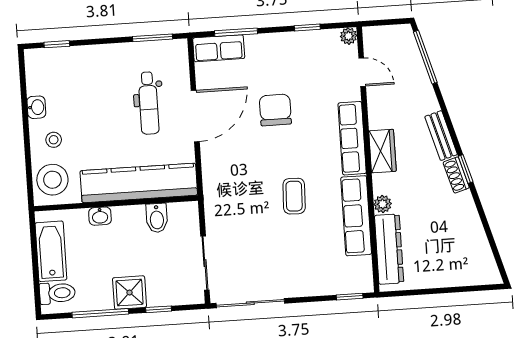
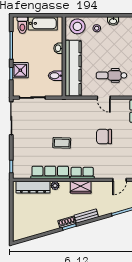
chair: (275, 110) -> (104, 137), turned 180
door: (195, 116) -> (104, 98), width x0.53
row of seats: (352, 138) -> (82, 173), width x0.68
shower: (130, 293) -> (20, 70), moved

